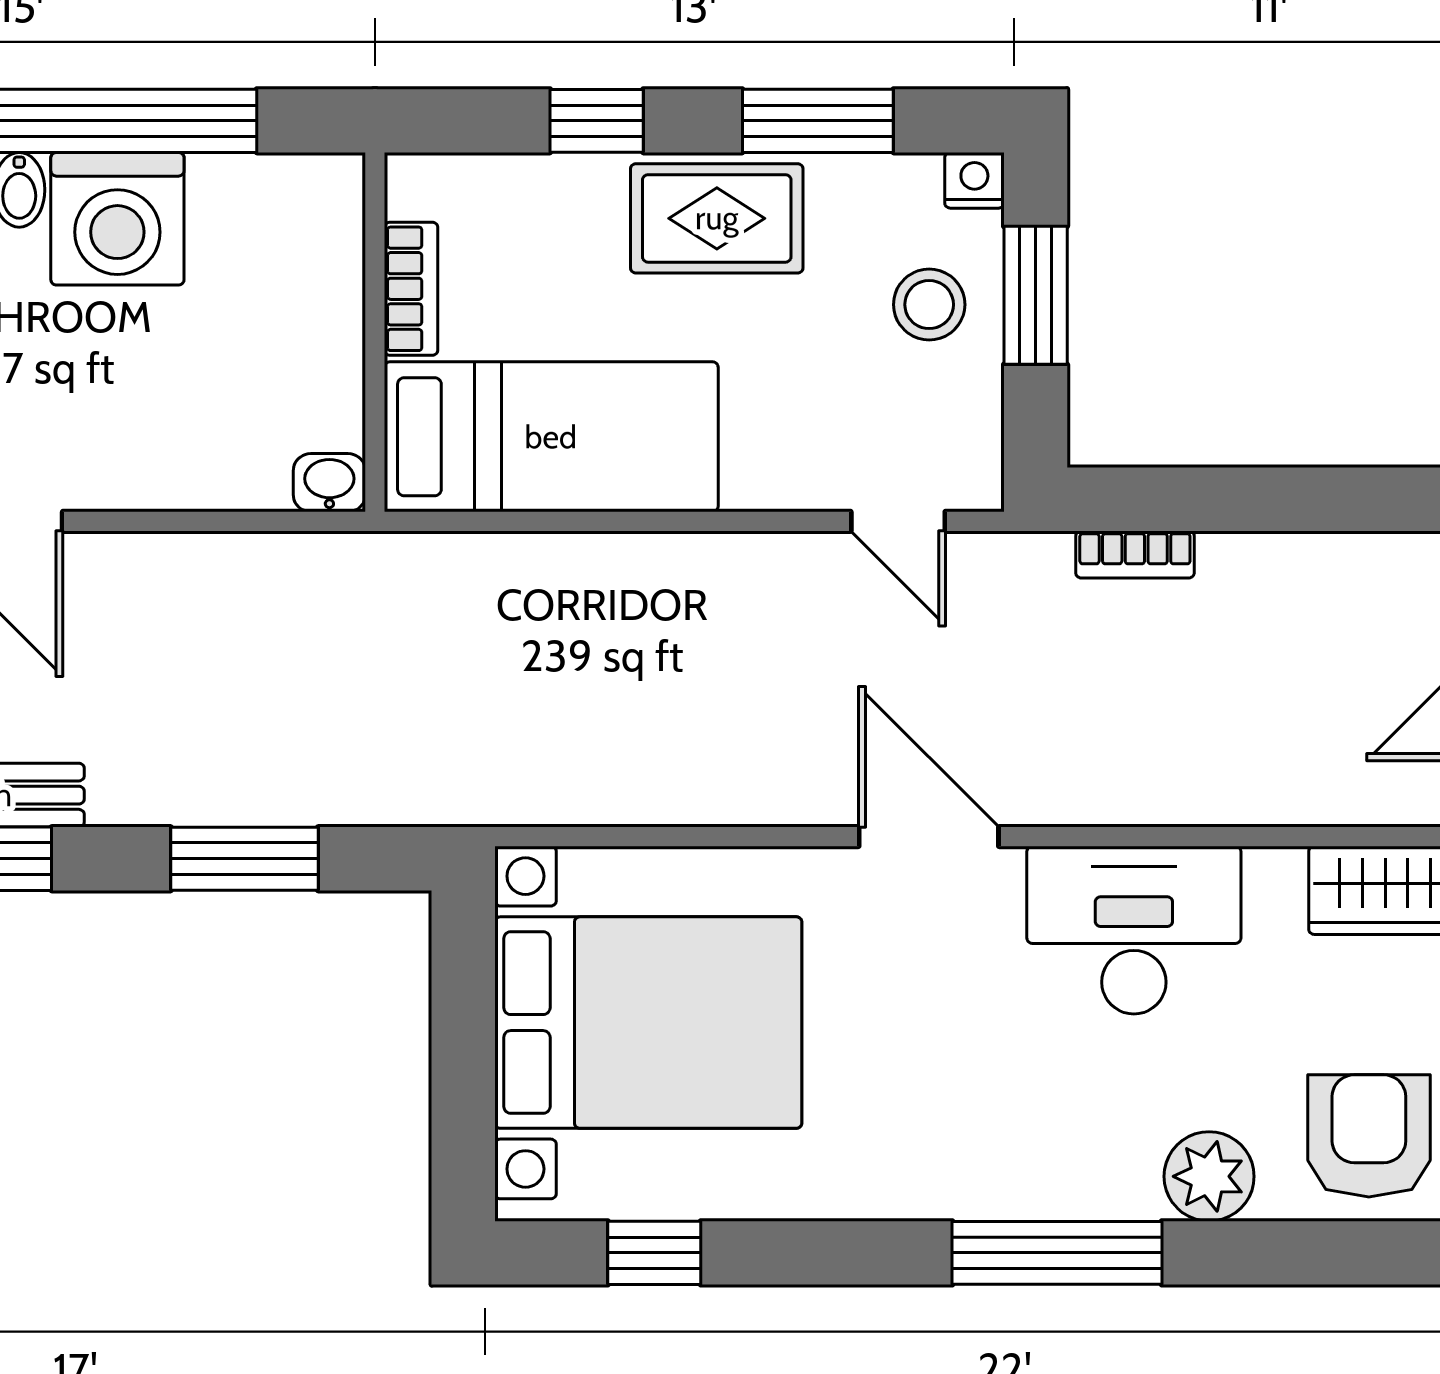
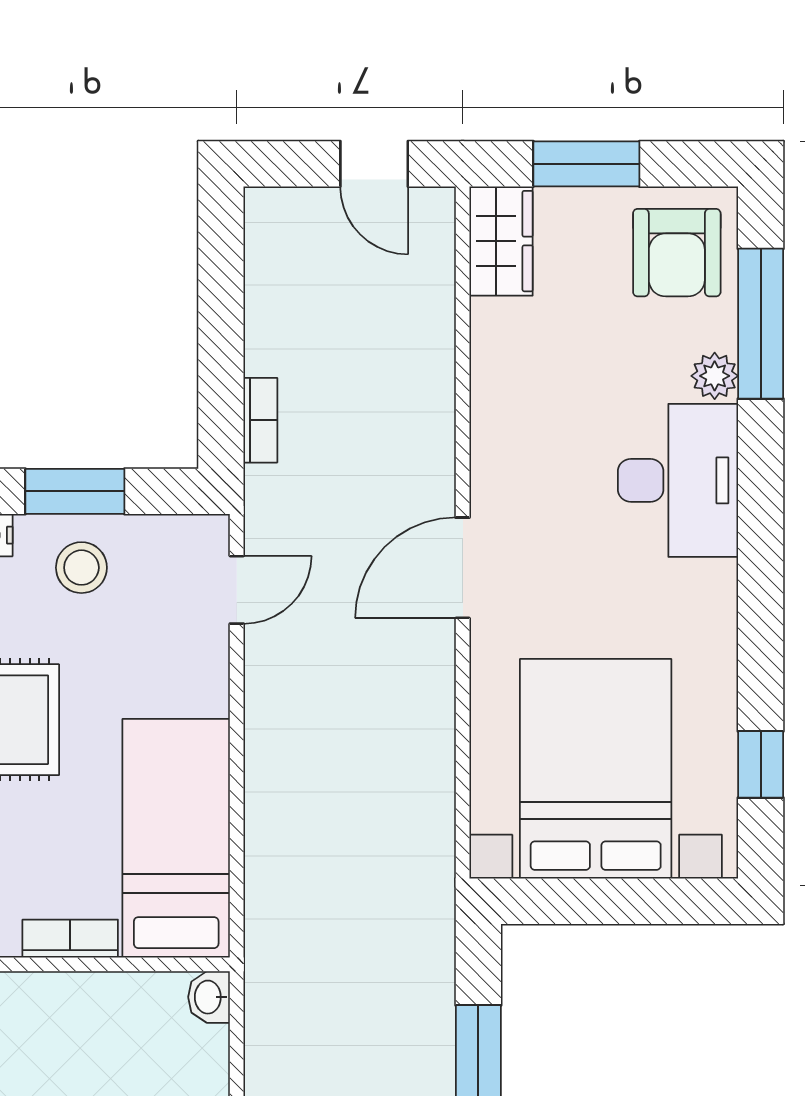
desk: (1134, 930) -> (678, 480), moved, turned 180
armchair: (1369, 1136) -> (677, 253), turned -90
plant: (1209, 1176) -> (715, 376), width x0.73, depth x0.73
window: (1057, 1253) -> (761, 324), moved

